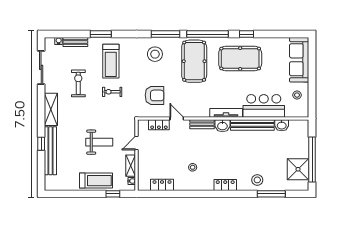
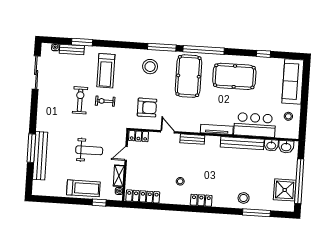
window: (101, 34) -> (82, 42), moved
window: (246, 34) -> (263, 54), moved
exercise bike: (78, 83) -> (80, 100), moved
shelving: (51, 109) -> (43, 115), removed
locker: (159, 125) -> (139, 136), moved
washbasin: (222, 126) -> (286, 147), moved
window: (41, 144) -> (31, 148), width x2.17
locker: (162, 185) -> (143, 196), width x1.53
locker: (225, 185) -> (201, 200), moved

